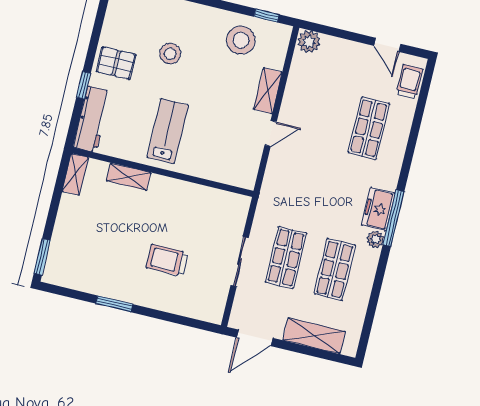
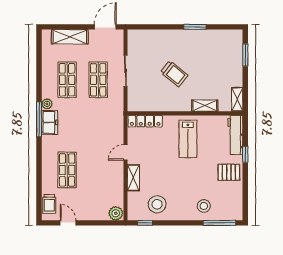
stool: (170, 54) -> (204, 206), moved
locker: (228, 175) -> (145, 121), added
window: (42, 257) -> (245, 55), moved
trolley: (167, 260) -> (174, 74), moved, turned 39

